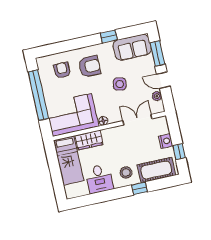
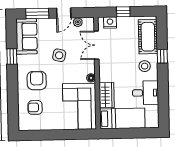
window: (38, 95) -> (54, 135), removed
nightstand: (166, 141) -> (110, 23), moved
window: (179, 152) -> (123, 12), moved

